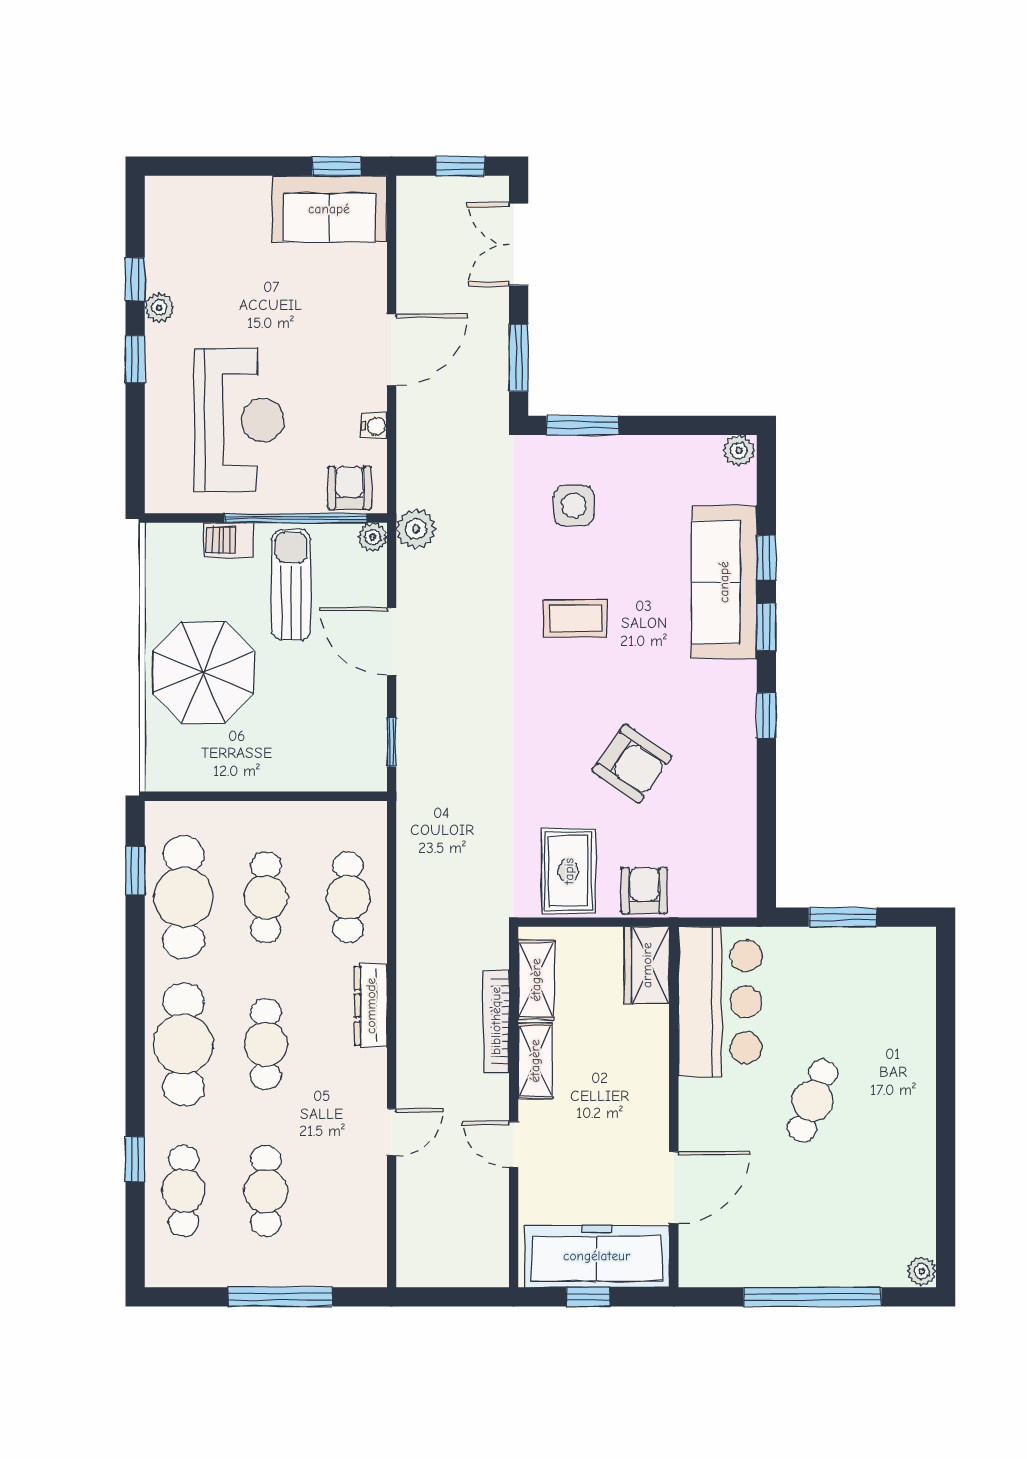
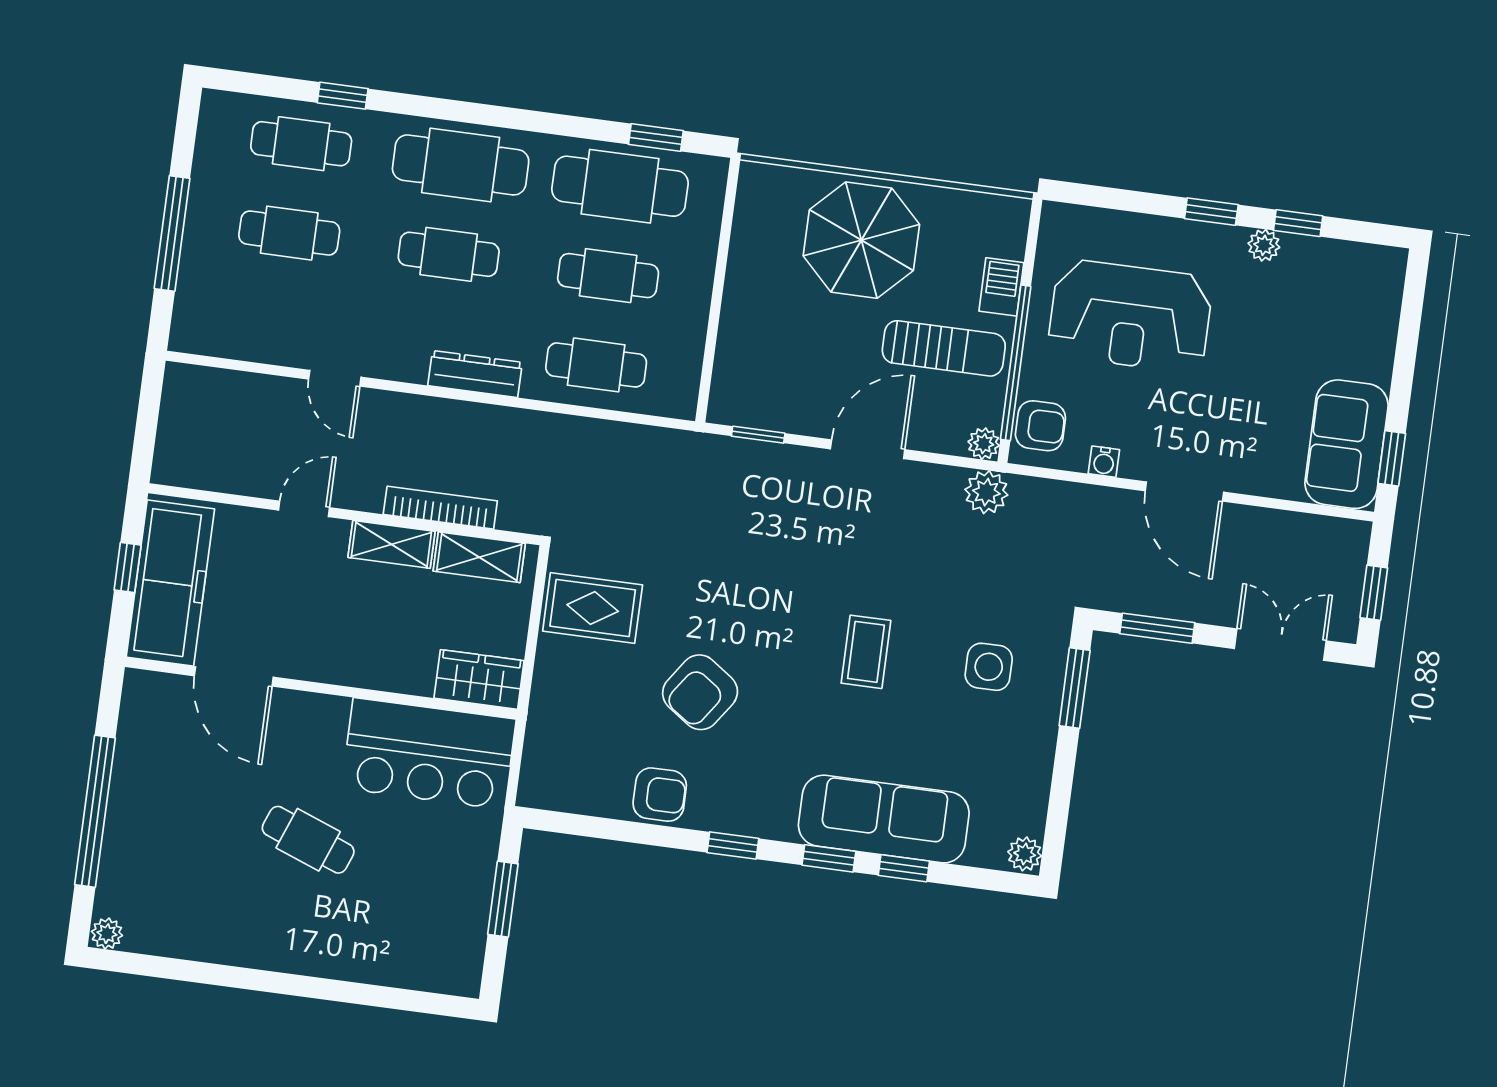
armchair: (644, 891) -> (660, 795), moved

